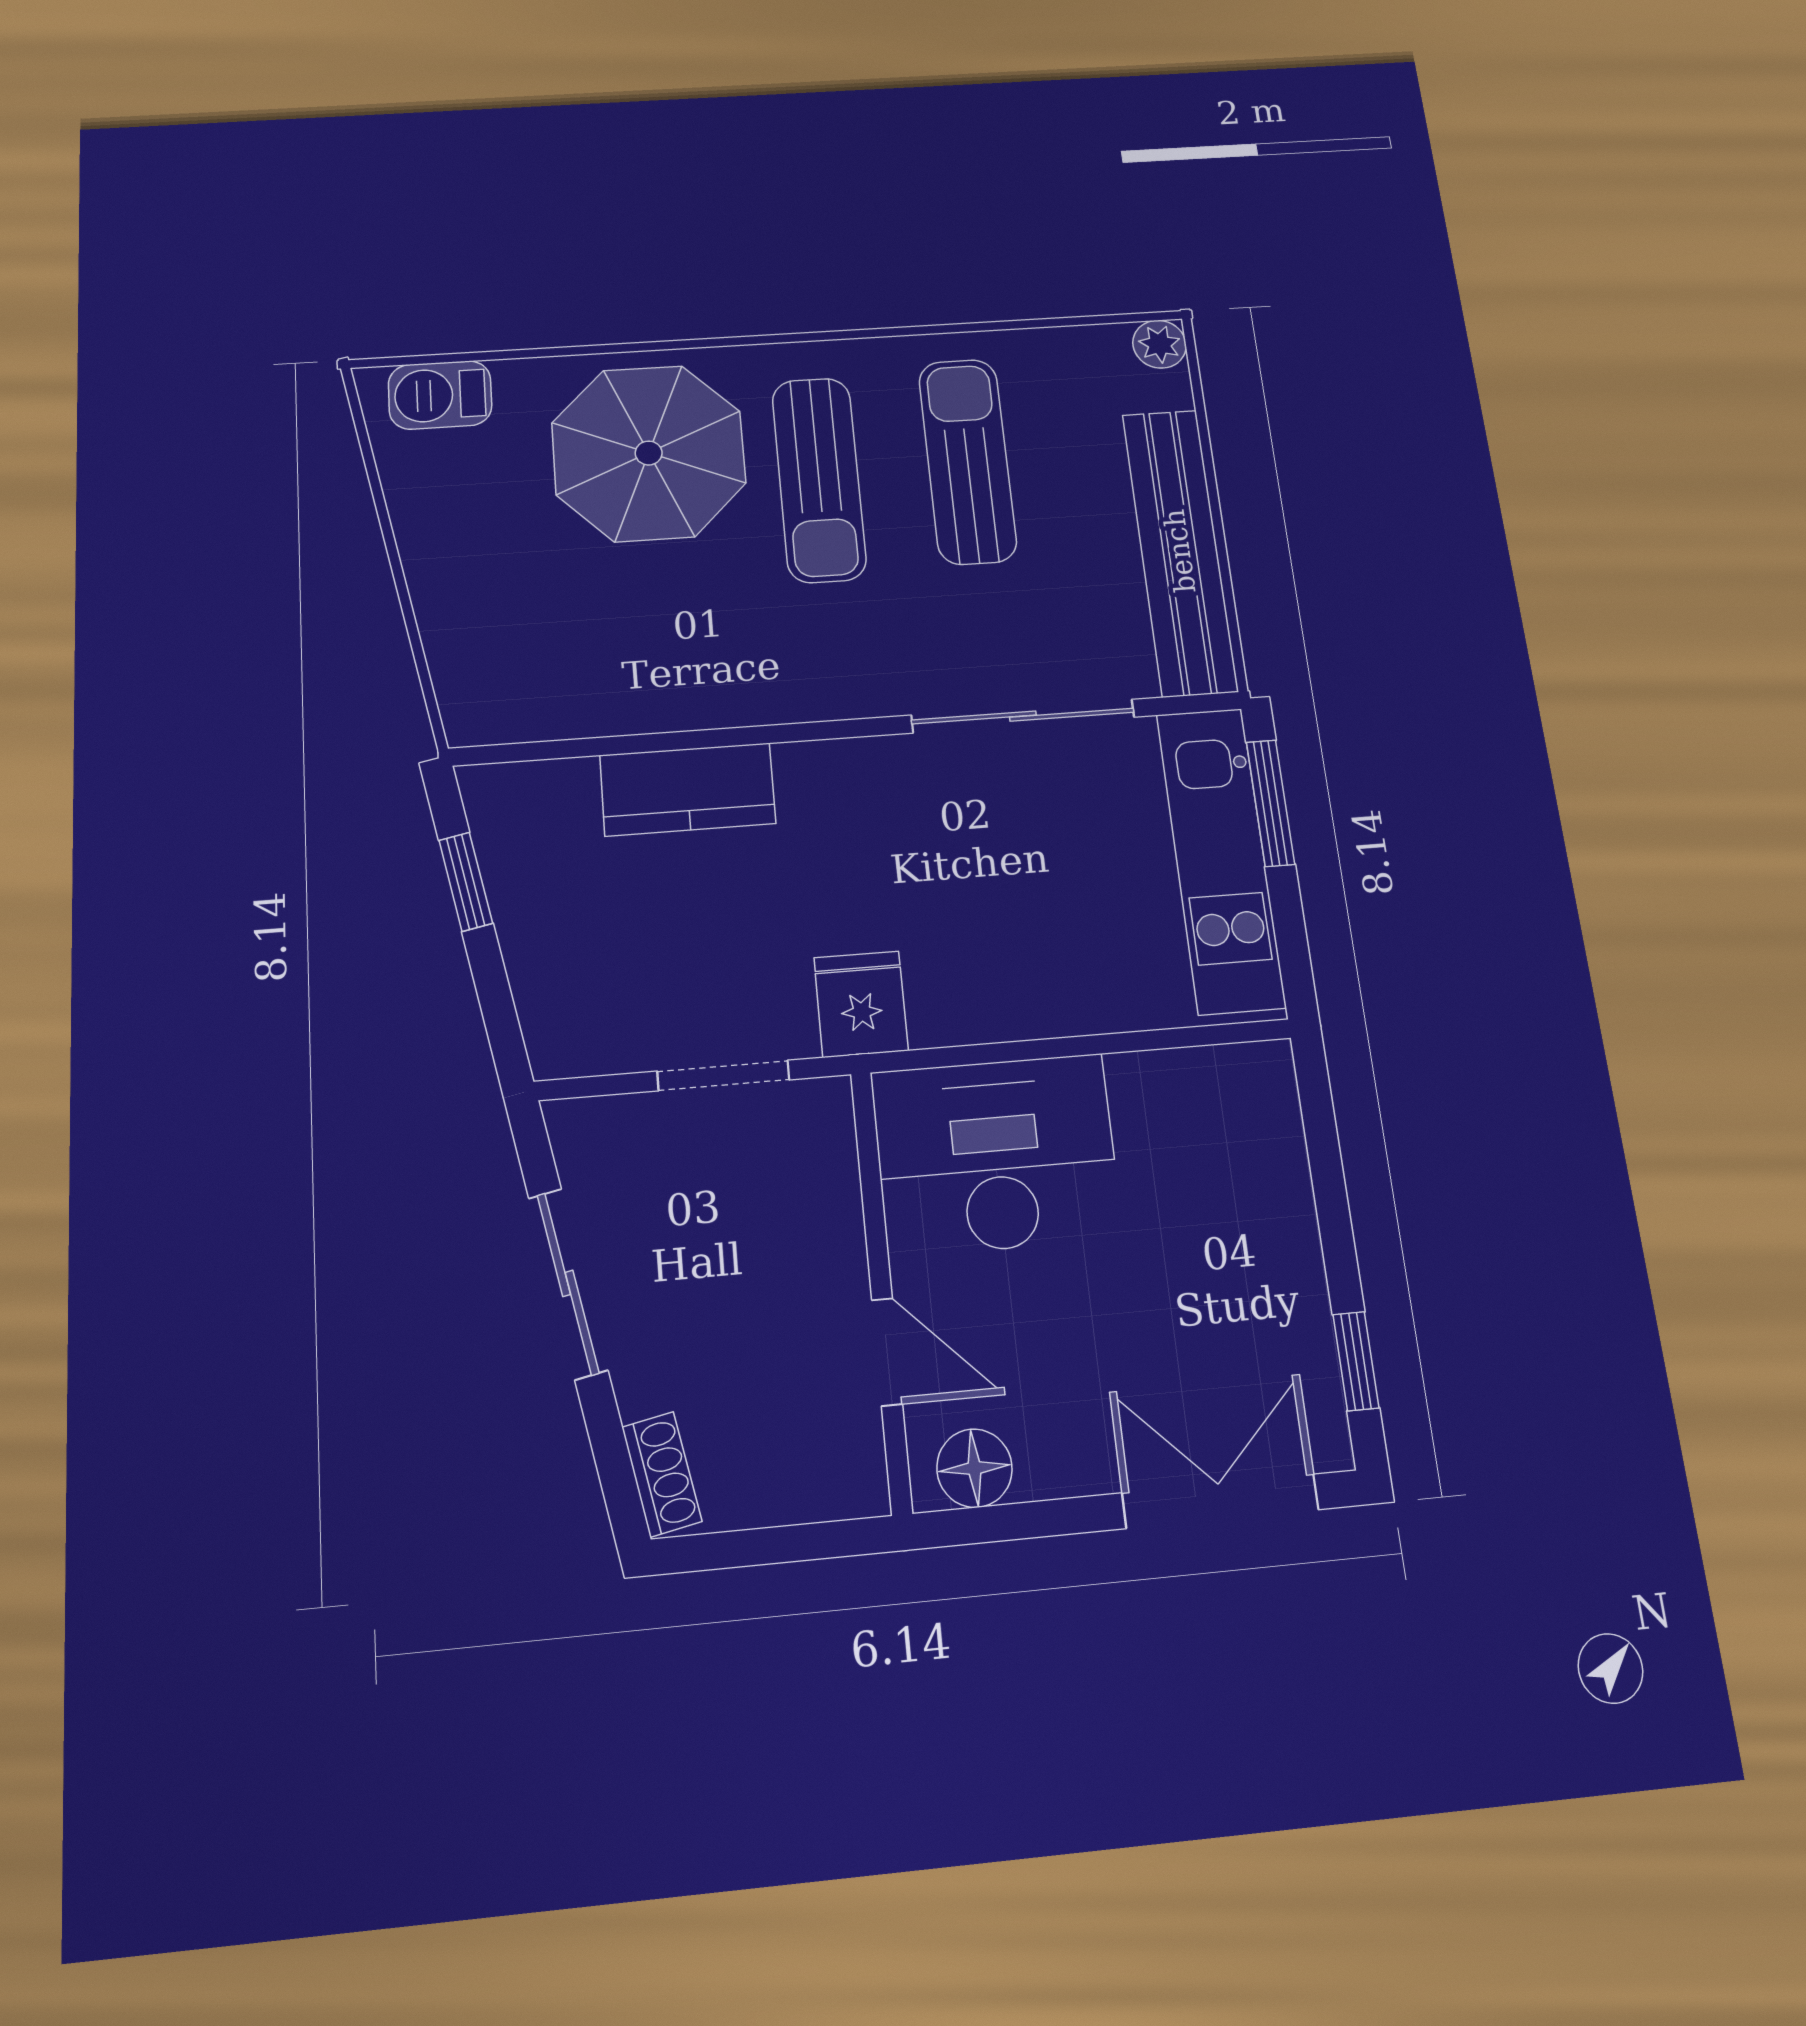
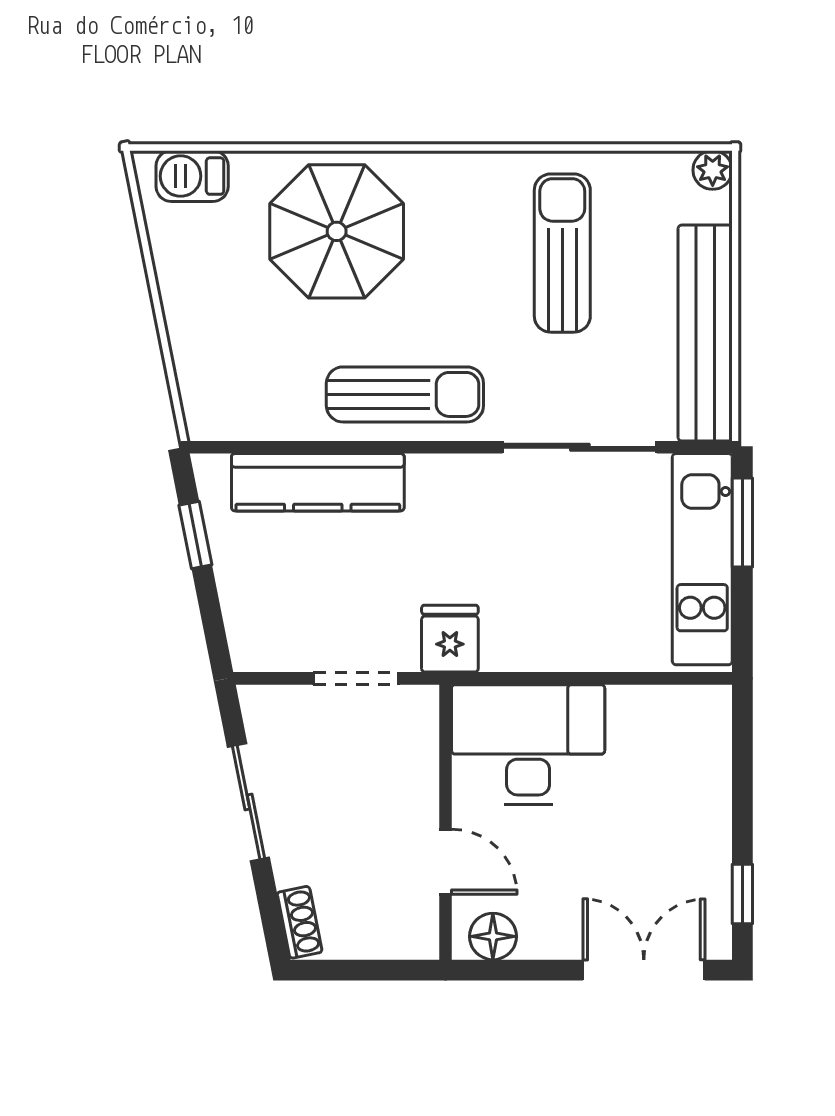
sun lounger: (819, 479) -> (405, 394), moved, turned -90
kitchen counter: (688, 789) -> (318, 482), width x1.50

